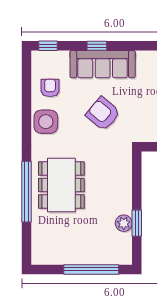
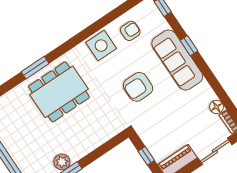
armchair: (103, 114) -> (138, 87), turned -130
window: (26, 192) -> (35, 68), width x0.47

